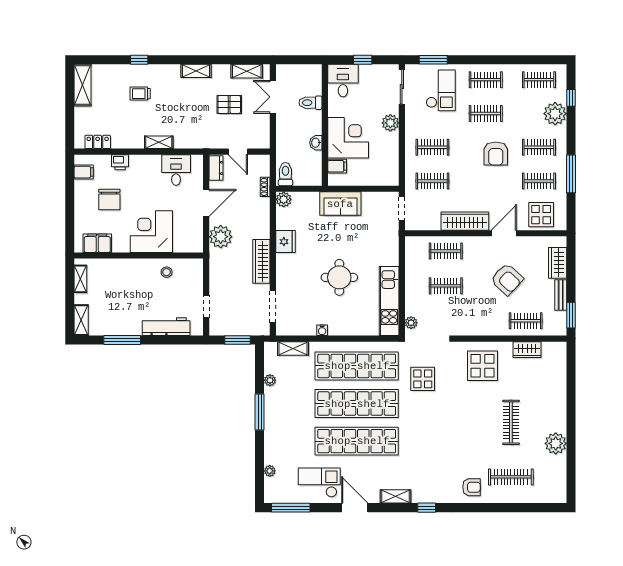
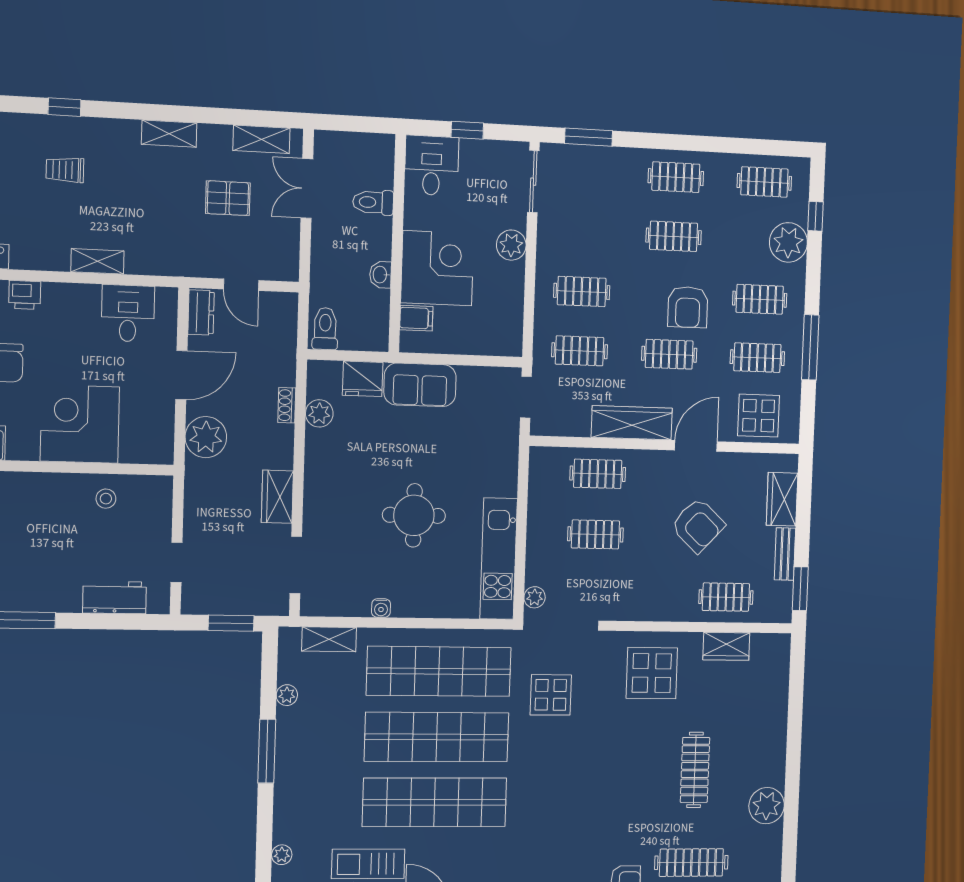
checkout: (441, 90) -> (599, 192), removed
clothes rail: (486, 181) -> (669, 354), added
shoe rack: (265, 187) -> (287, 405), moved
plant: (284, 199) -> (319, 413), moved
fridge: (285, 242) -> (363, 379), moved, turned 90
wardrobe: (261, 261) -> (277, 497), width x0.67
workbench: (166, 327) -> (115, 597), width x0.73

